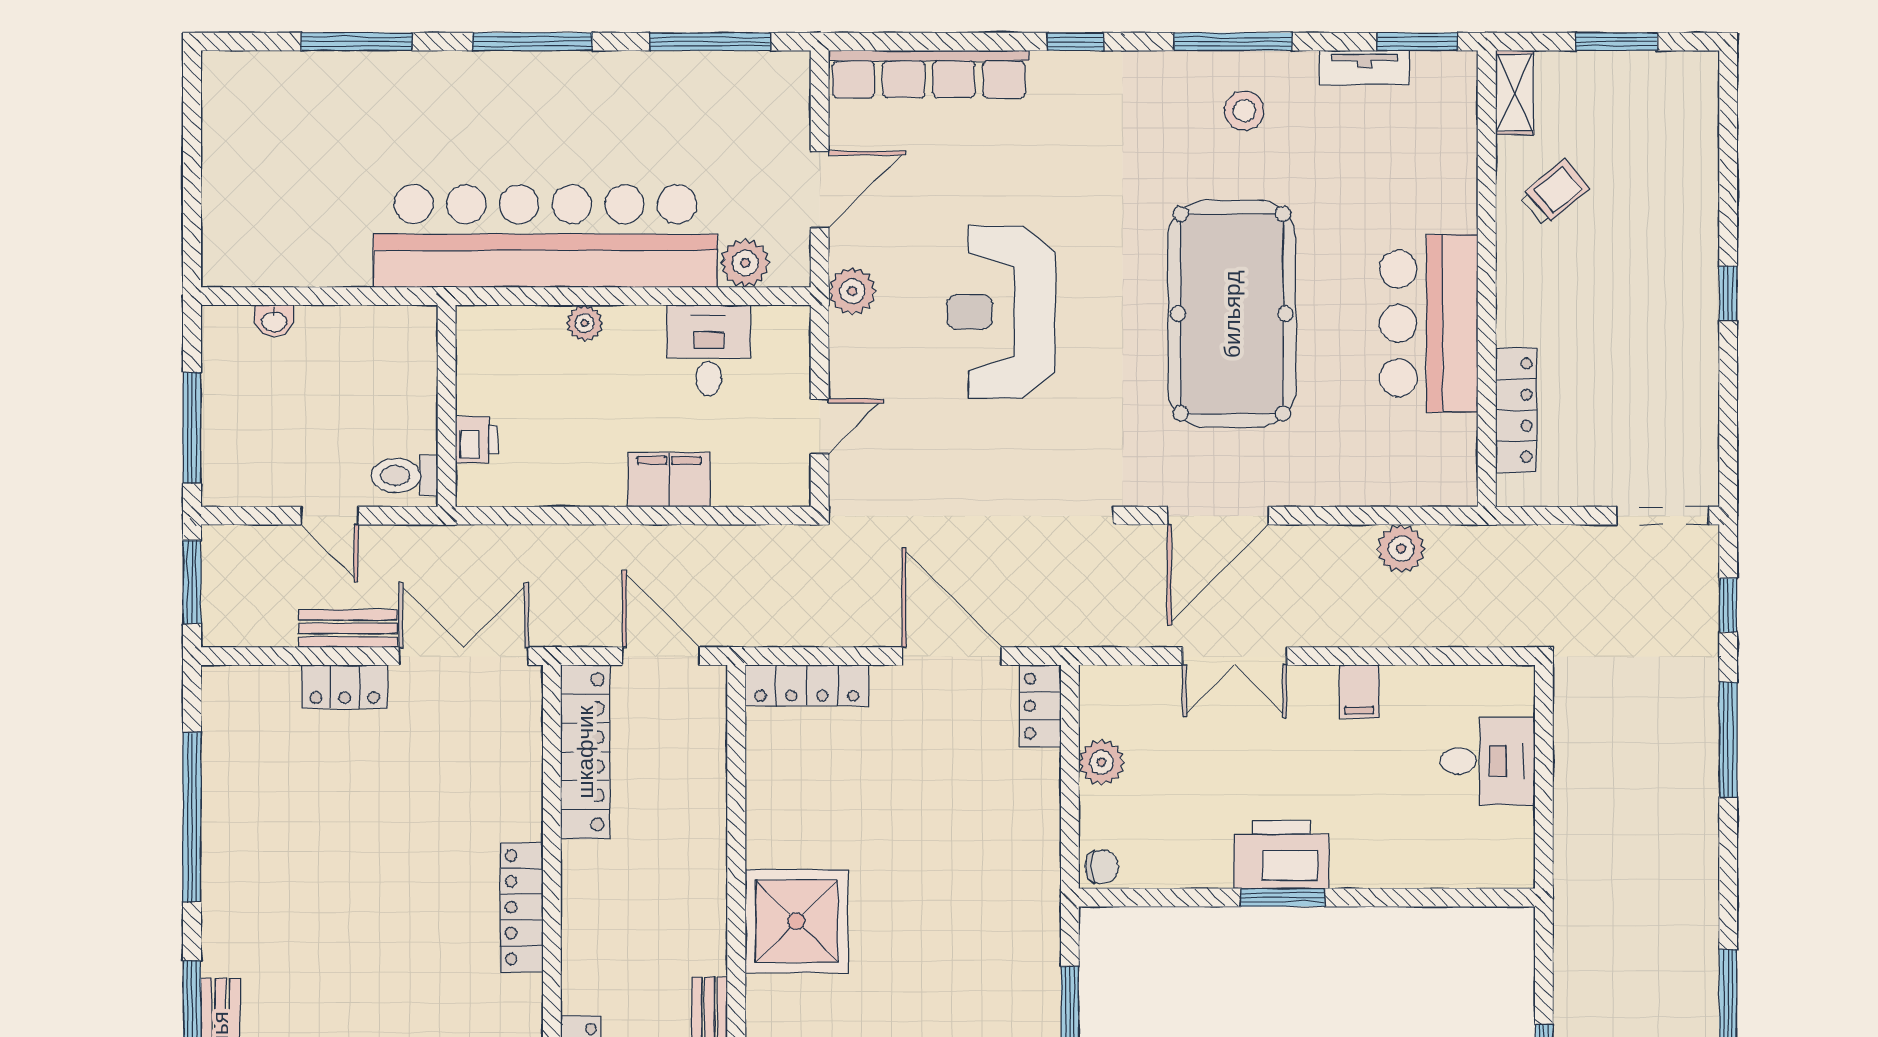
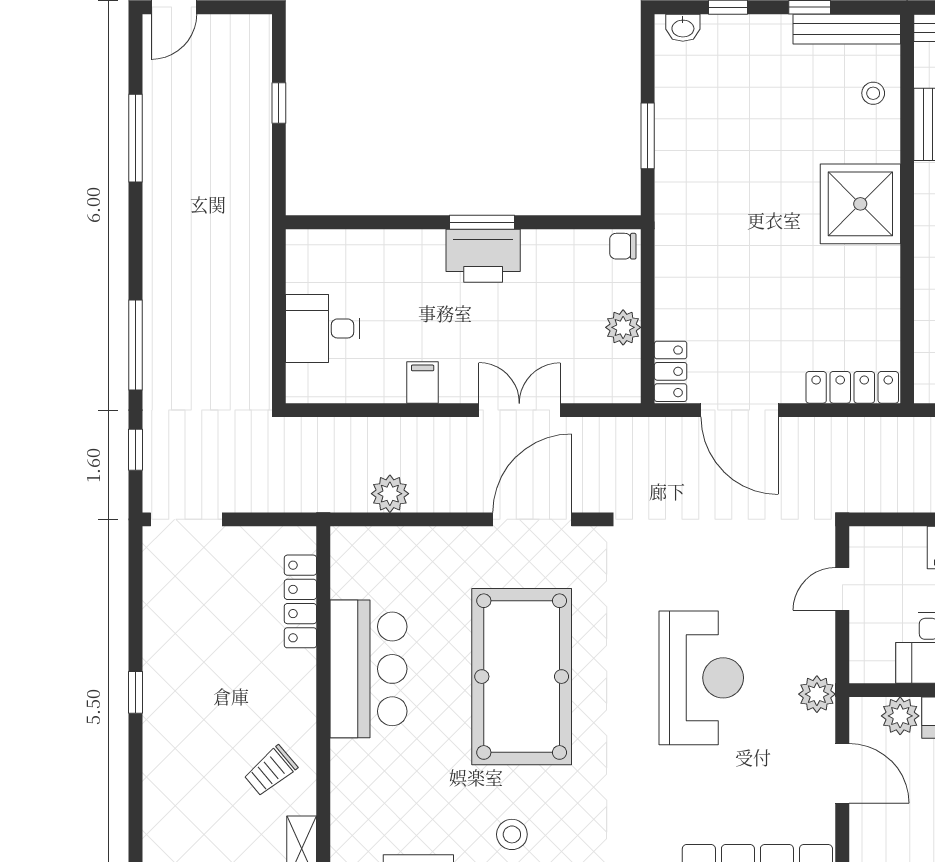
door: (820, 189) -> (842, 773), swing flipped

